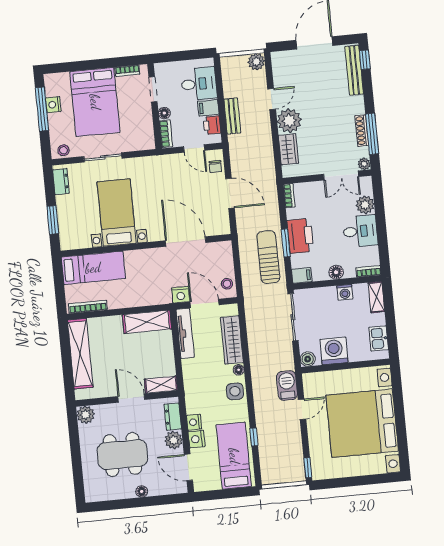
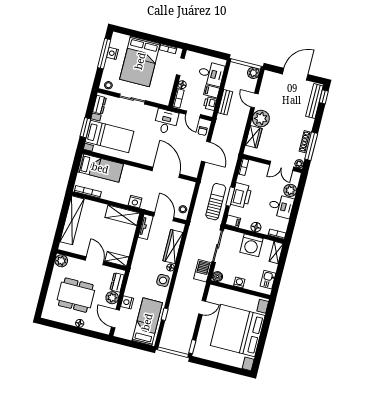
door: (272, 99) -> (255, 101), swing flipped
desk: (160, 172) -> (166, 122), added
bed with nightstands: (117, 213) -> (109, 136), moved, turned 90
washing machine: (345, 292) -> (251, 245), width x1.89, depth x1.89
nightstand: (181, 295) -> (135, 202), moved
tv unit: (185, 333) -> (146, 227), width x0.71
washing machine: (334, 351) -> (239, 282), width x0.53, depth x0.53
barbecue: (287, 386) -> (202, 271), moved
nightstand: (194, 422) -> (130, 291), removed

